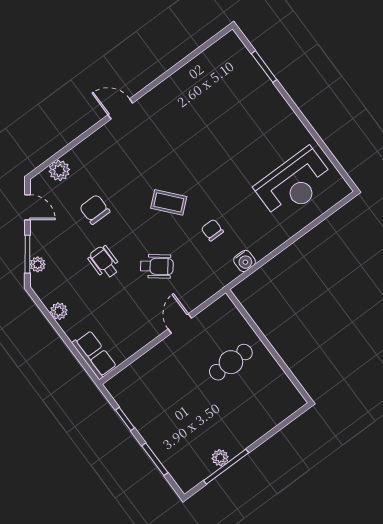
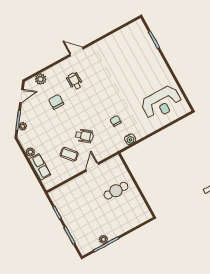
coffee table: (169, 202) -> (69, 154), moved
door: (28, 207) -> (22, 96), hinge flipped
wheelchair: (104, 262) -> (75, 81), moved
row of seats: (94, 355) -> (40, 167), moved

